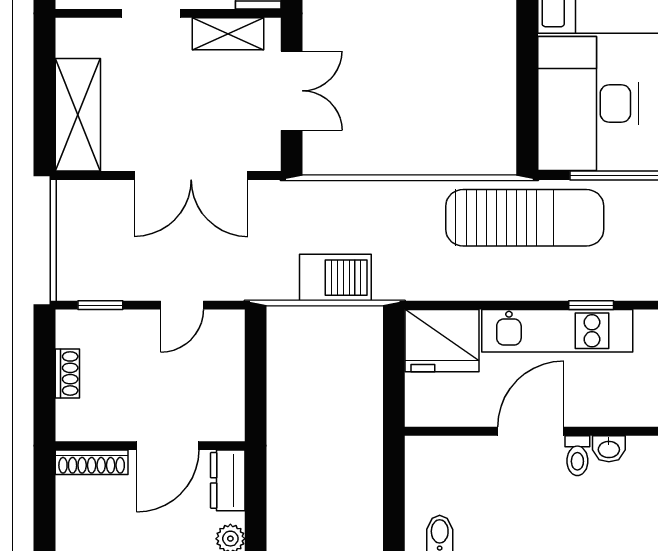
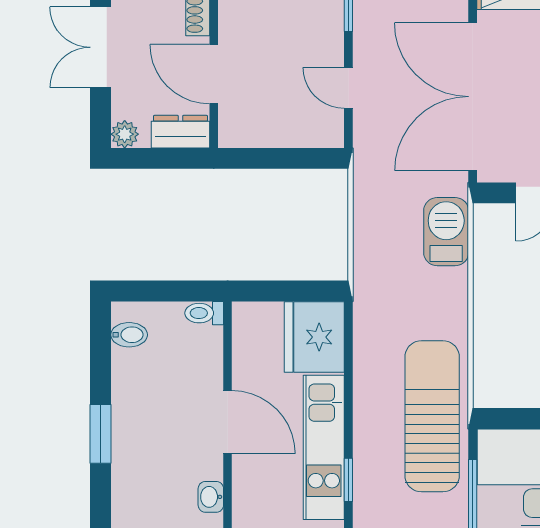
double door: (191, 176) -> (473, 97), width x1.36
sun lounger: (525, 218) -> (432, 416), turned 180
barbecue: (335, 278) -> (446, 232), moved, turned 180
toilet: (577, 456) -> (204, 313), moved

